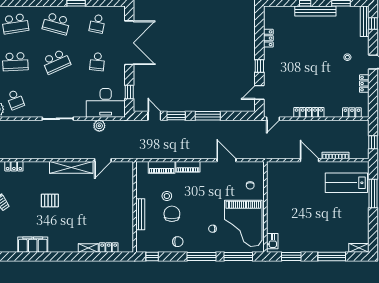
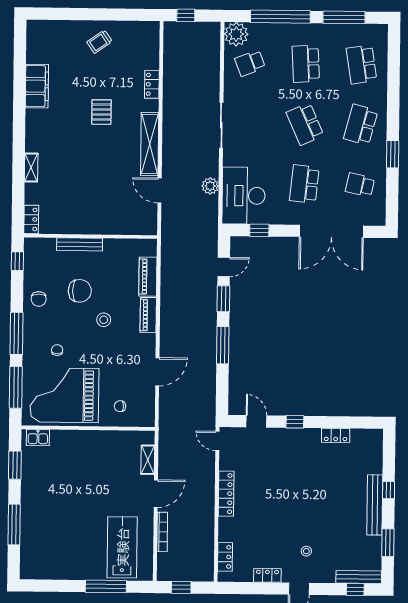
school desk: (97, 62) -> (304, 184), width x1.85
locker: (14, 166) -> (152, 84), moved
stool: (167, 196) -> (104, 320), moved
locker: (109, 247) -> (31, 219), moved
shelving: (359, 248) -> (148, 460), moved

